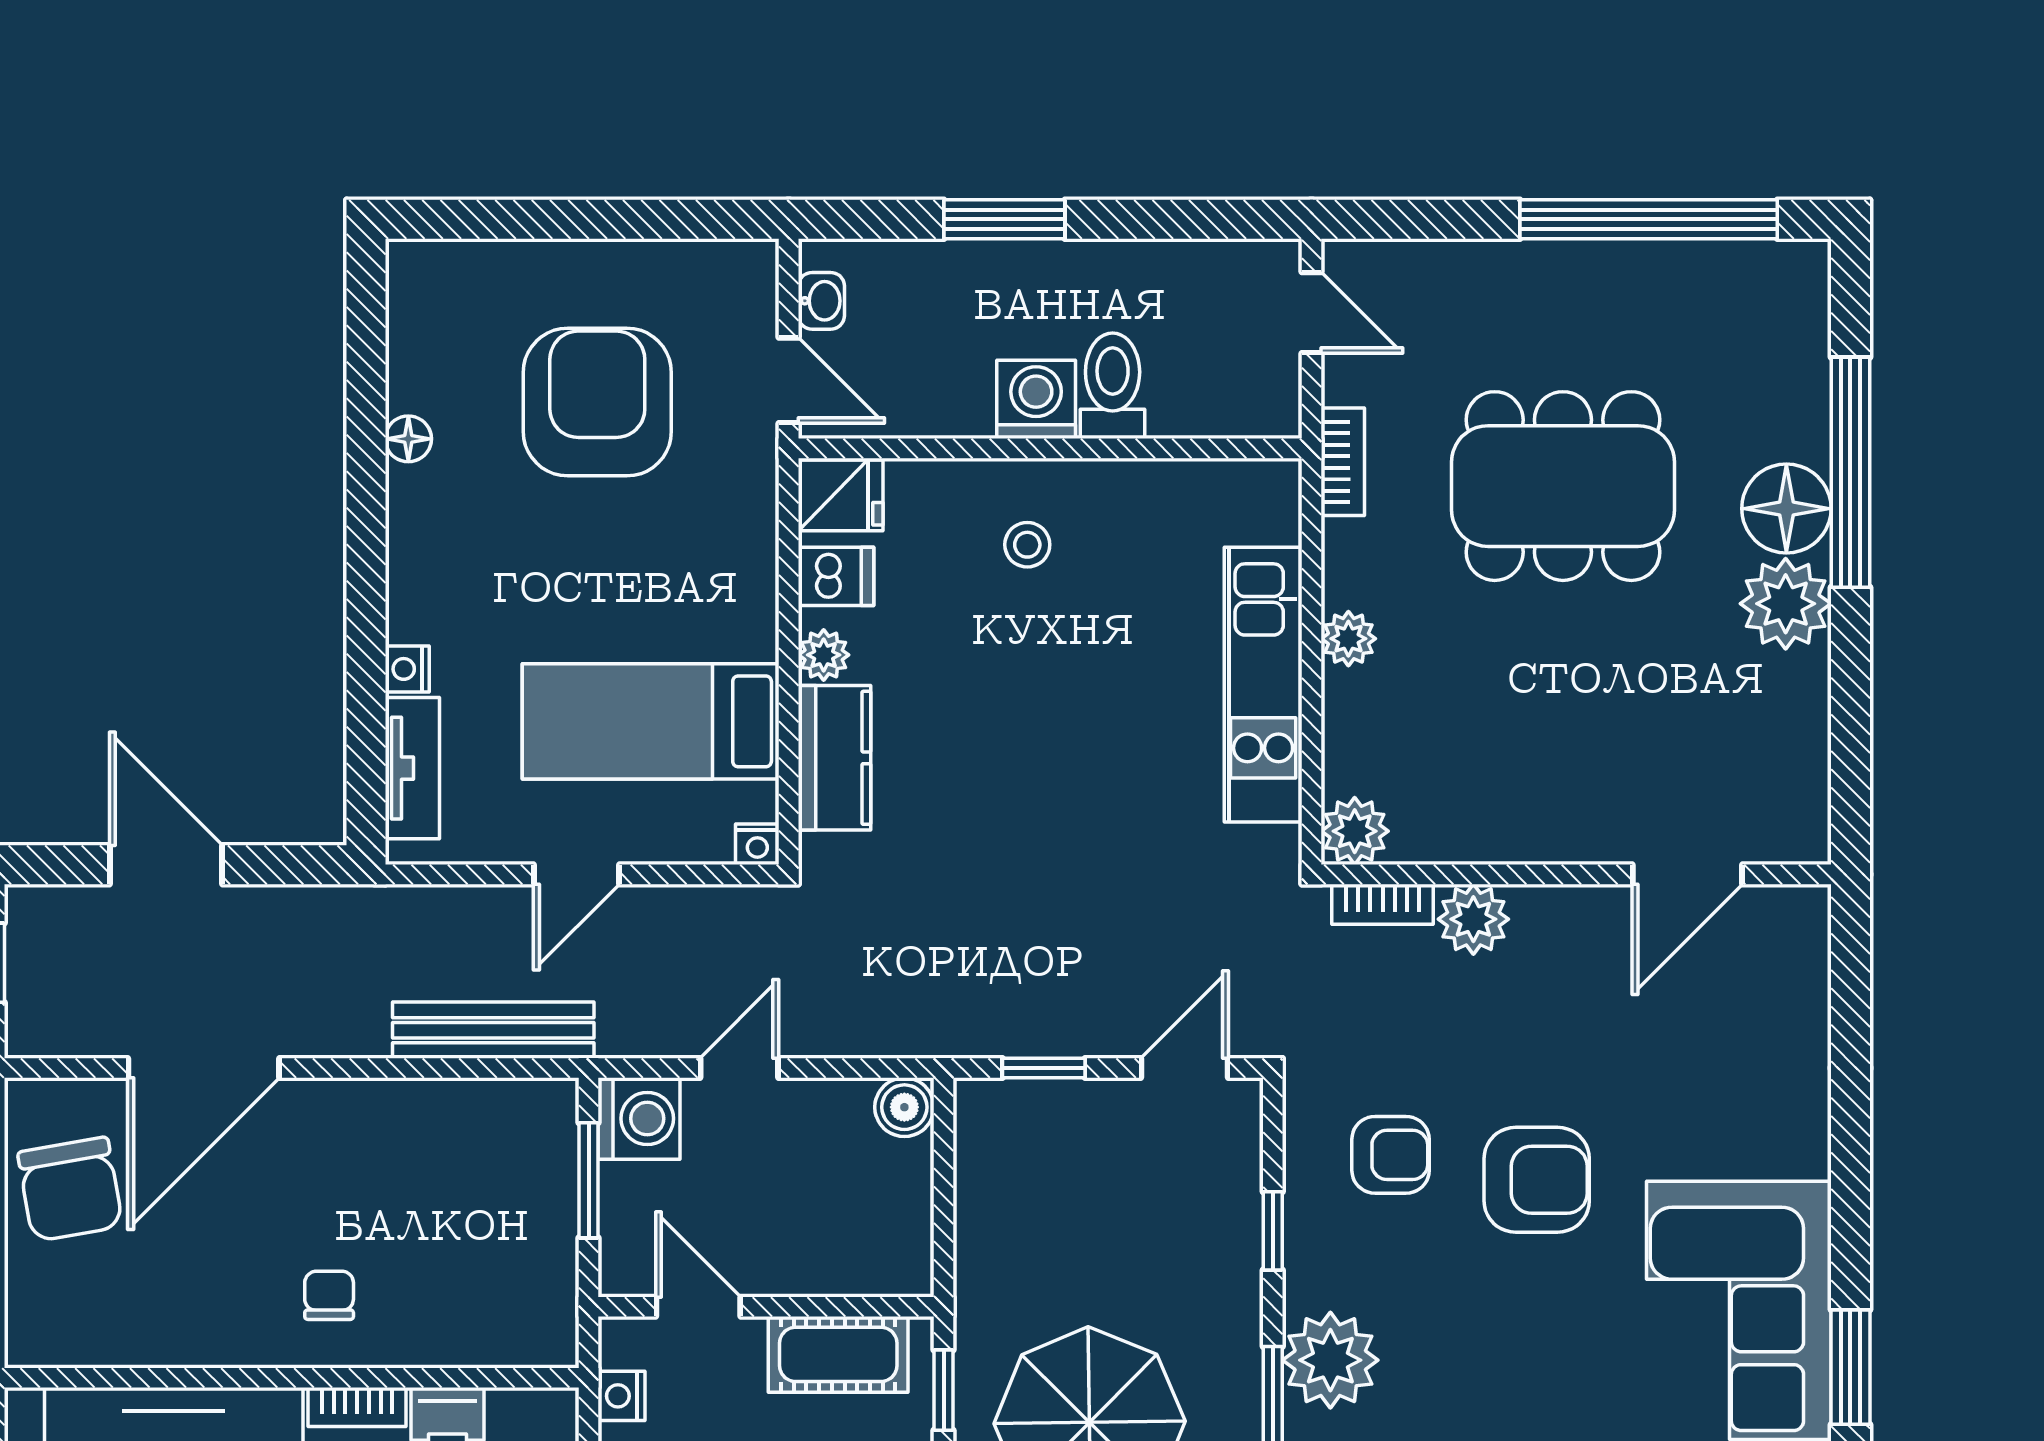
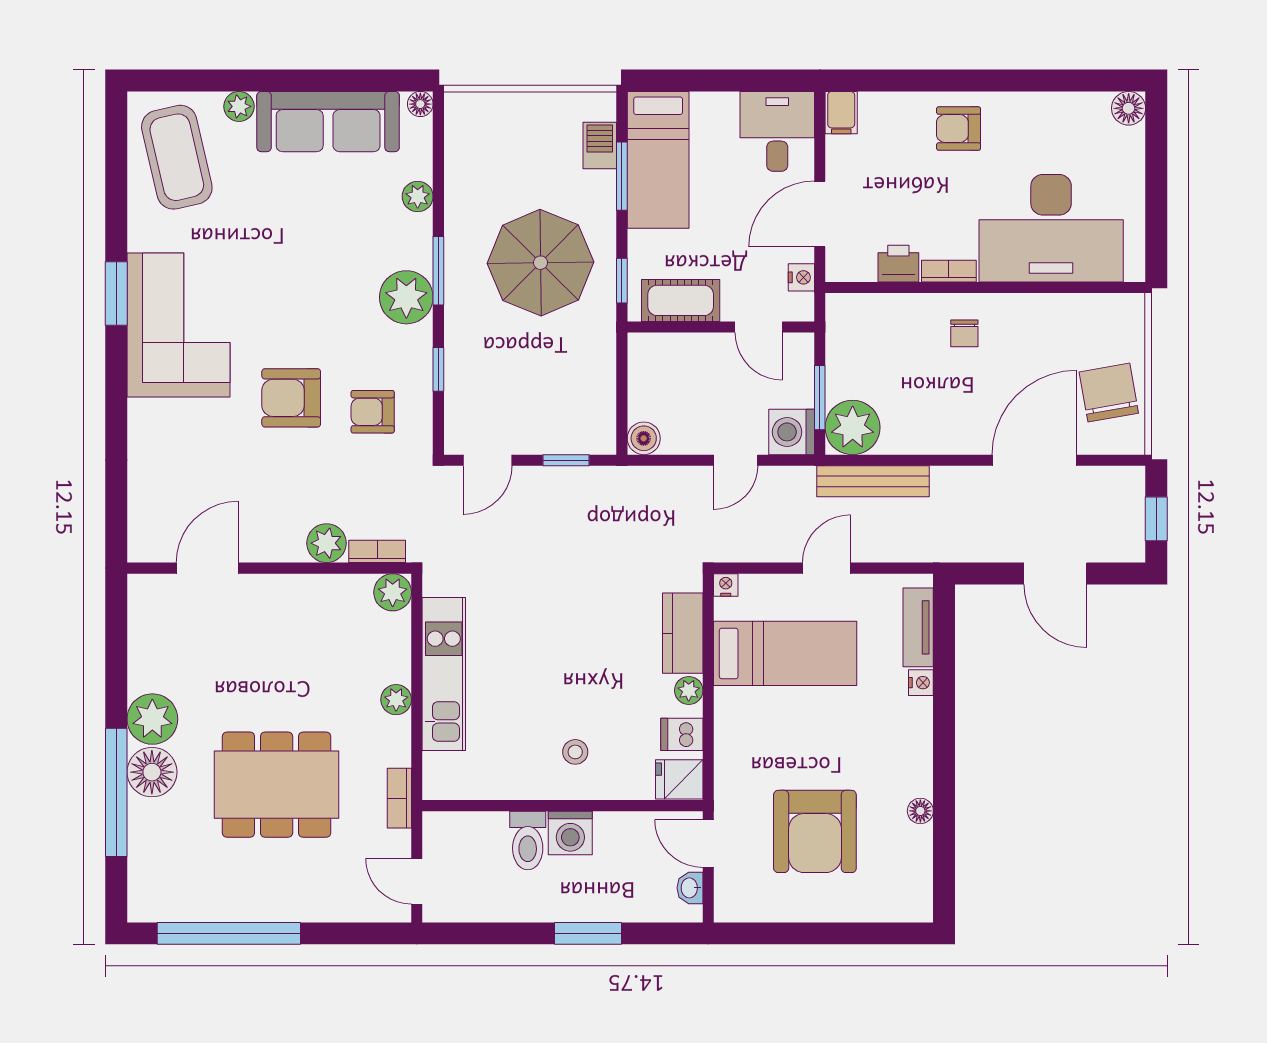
plant: (530, 1127) -> (853, 427), added

